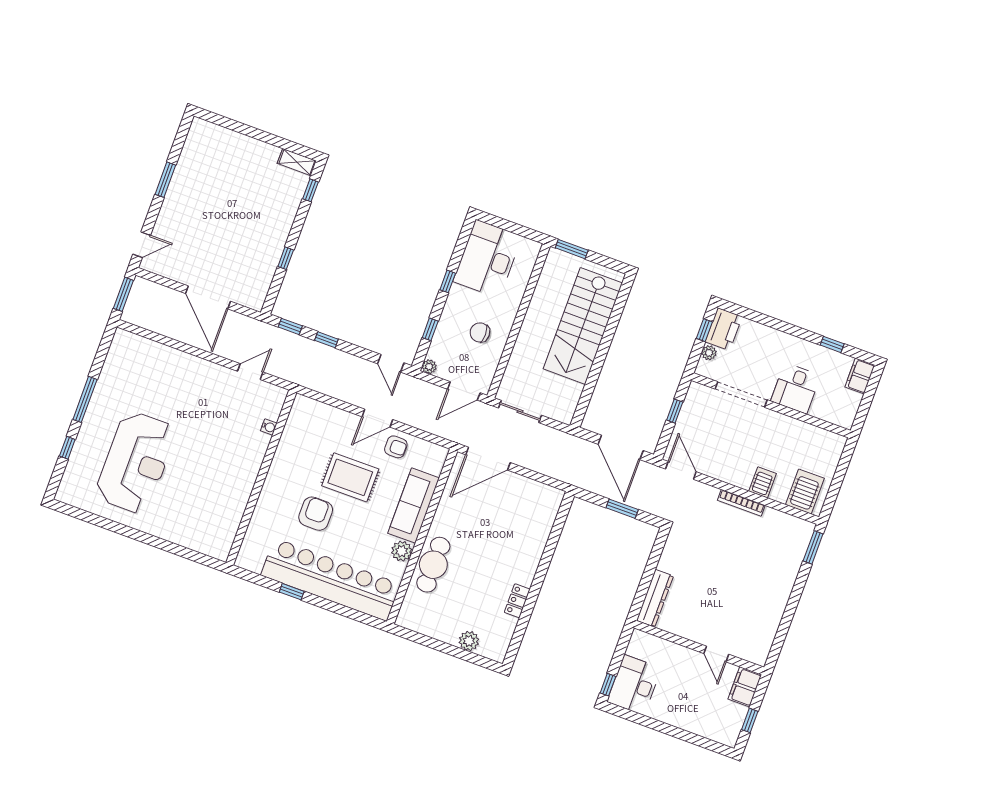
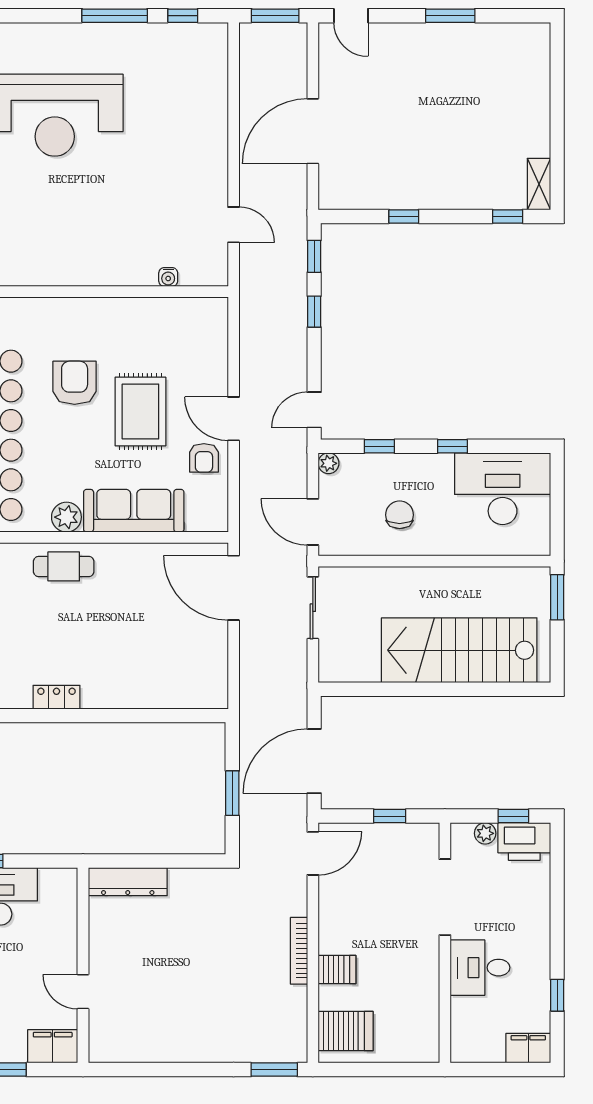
window: (67, 448) -> (183, 16), moved
armchair: (316, 514) -> (75, 383), turned -90
cafe table: (433, 565) -> (64, 566), width x0.73, depth x0.74
door: (716, 654) -> (83, 992), hinge flipped

